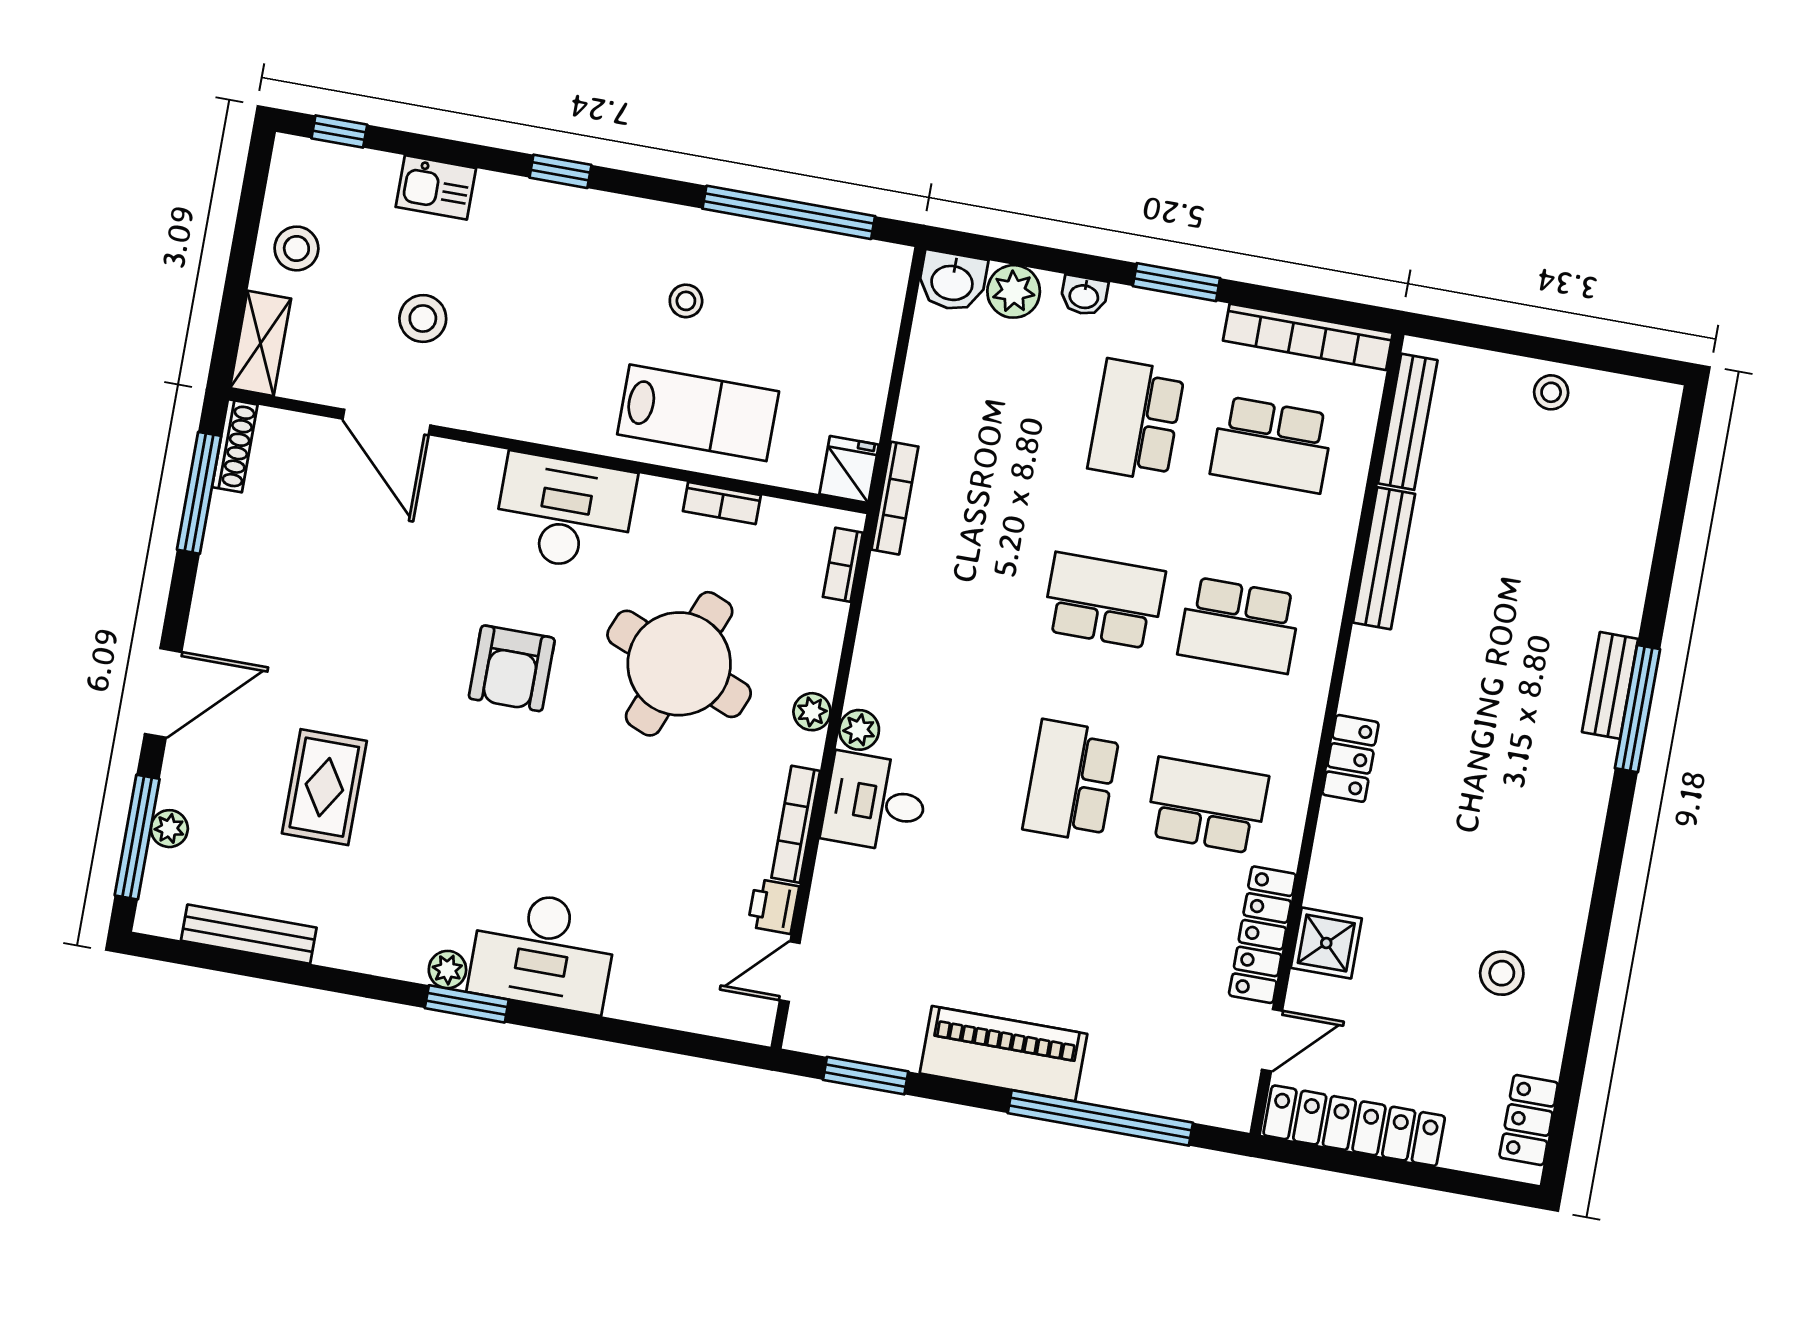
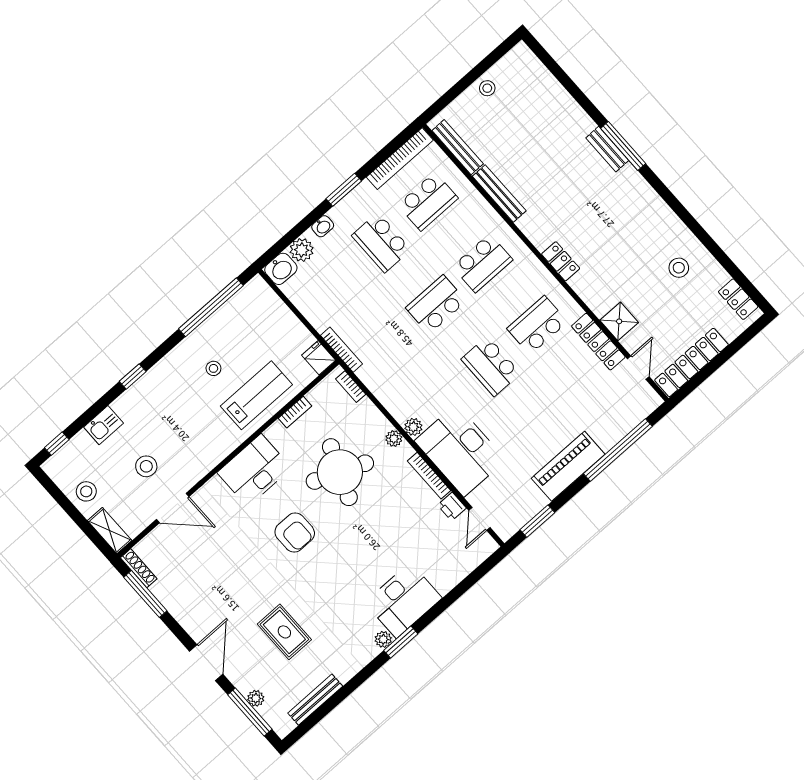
desk: (875, 802) -> (460, 450), width x1.87, depth x1.30

